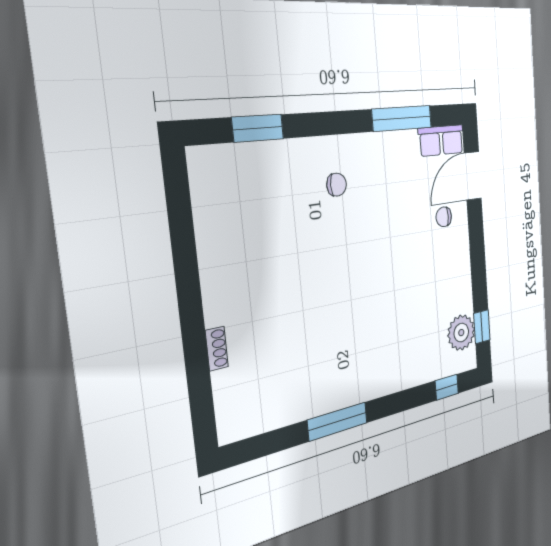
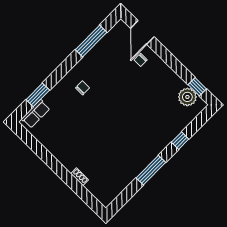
row of seats: (441, 141) -> (36, 114), moved
window: (447, 387) -> (180, 141), moved

